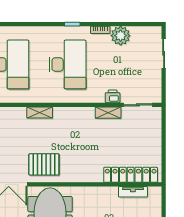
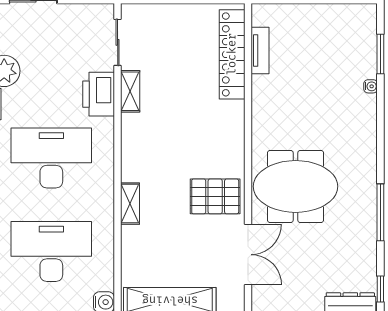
printer: (113, 96) -> (99, 94), width x1.87, depth x1.48
pallet: (44, 164) -> (215, 196), turned 90

